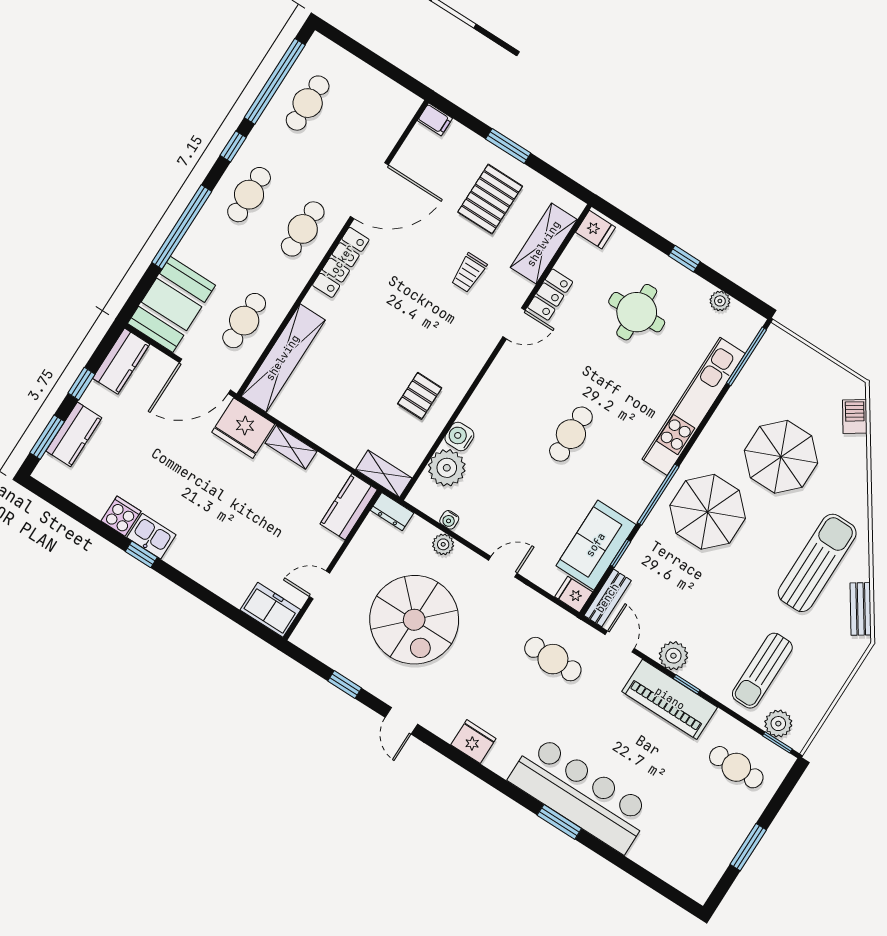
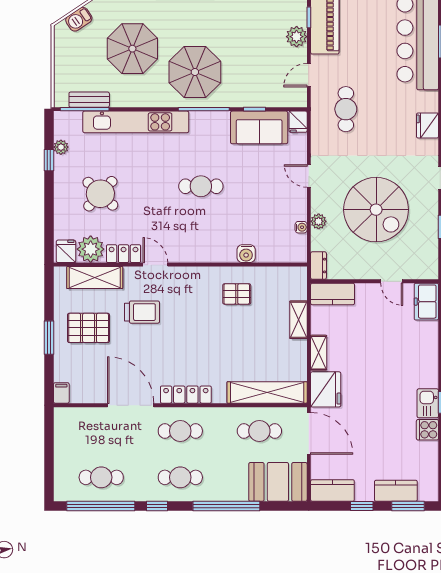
window: (684, 259) -> (49, 160), moved
trolley: (469, 273) -> (142, 312), width x1.36, depth x1.39
round table: (637, 312) -> (100, 194), turned 45
plant: (447, 468) -> (91, 249), moved
shelving: (384, 474) -> (298, 320), moved
bench: (608, 598) -> (89, 100), moved
spiral stairs: (414, 620) -> (376, 210), turned 90

